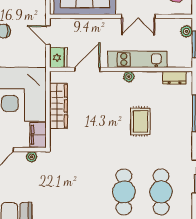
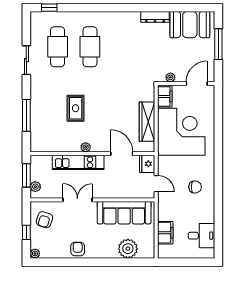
door: (87, 69) -> (122, 154), swing flipped
dresser: (174, 78) -> (46, 146), removed

